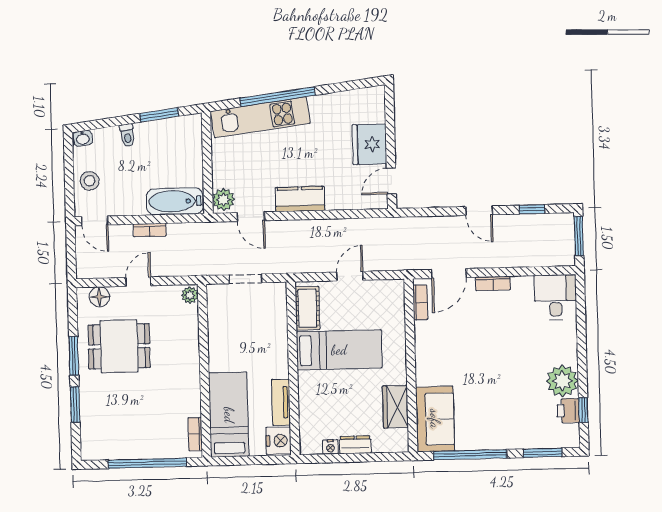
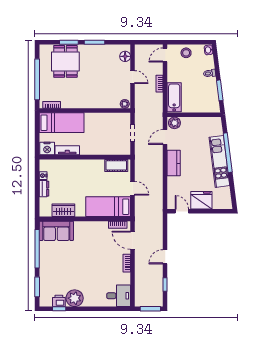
kitchen unit: (260, 117) -> (219, 161), moved
dining table: (119, 346) -> (65, 61), moved
bed: (339, 350) -> (108, 207), moved, turned 90

